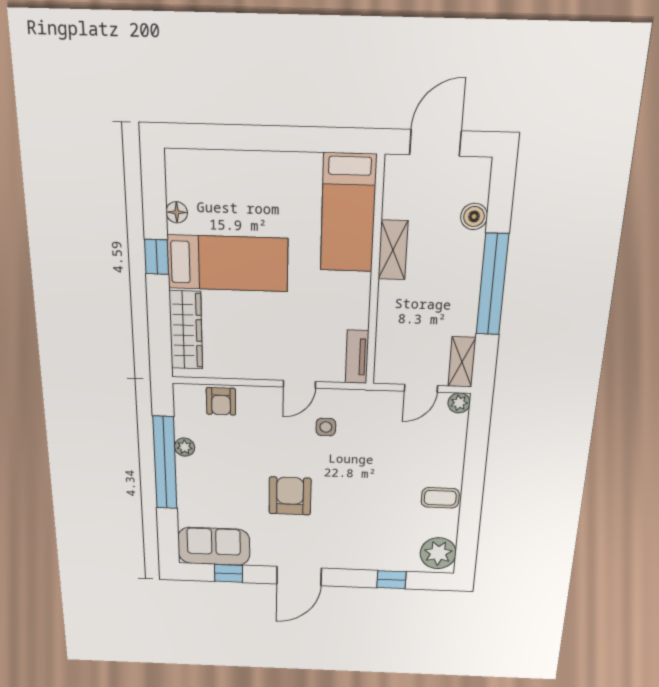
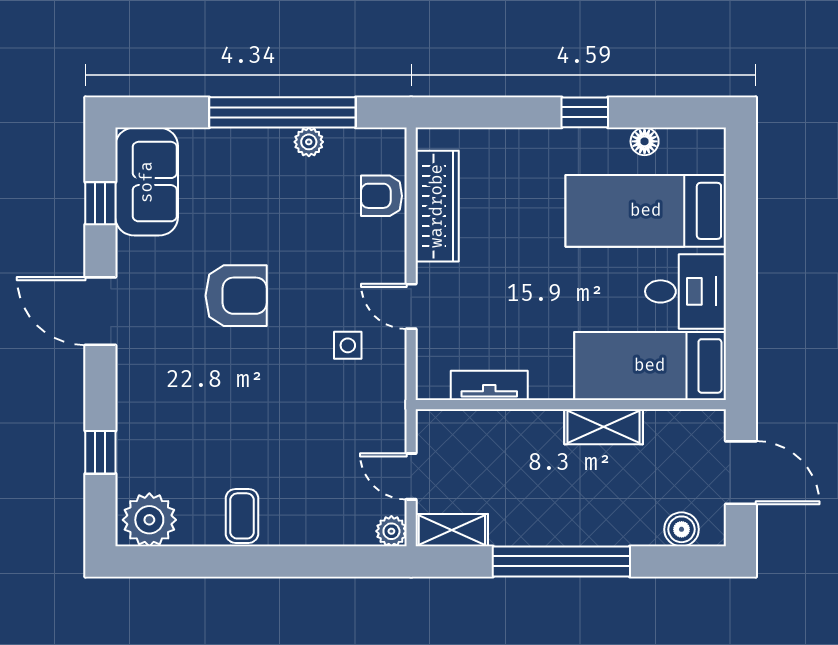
desk: (291, 184) -> (685, 291), added
boiler: (474, 216) -> (682, 529), moved
bed: (228, 263) -> (646, 211), moved, turned 90
wardrobe: (186, 330) -> (437, 206), moved, turned -90
tv unit: (357, 357) -> (489, 385), moved

